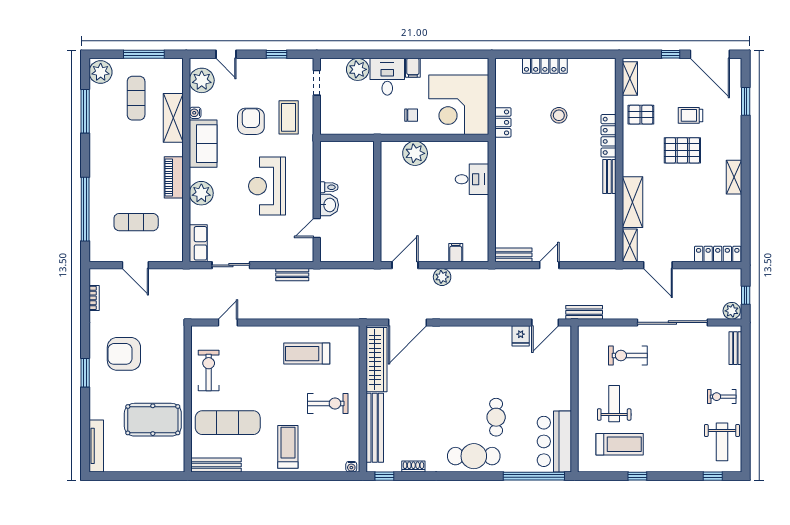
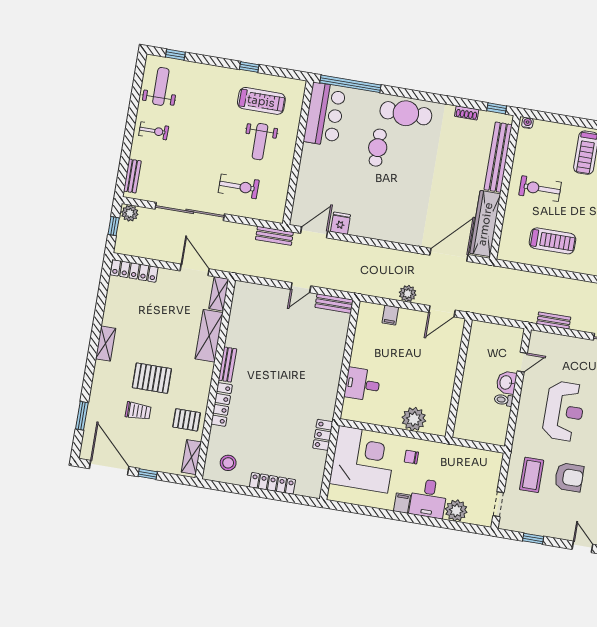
stool: (559, 115) -> (228, 463), moved
armchair: (251, 121) -> (569, 477), turned -90
treadmill: (620, 444) -> (261, 101), turned 180

